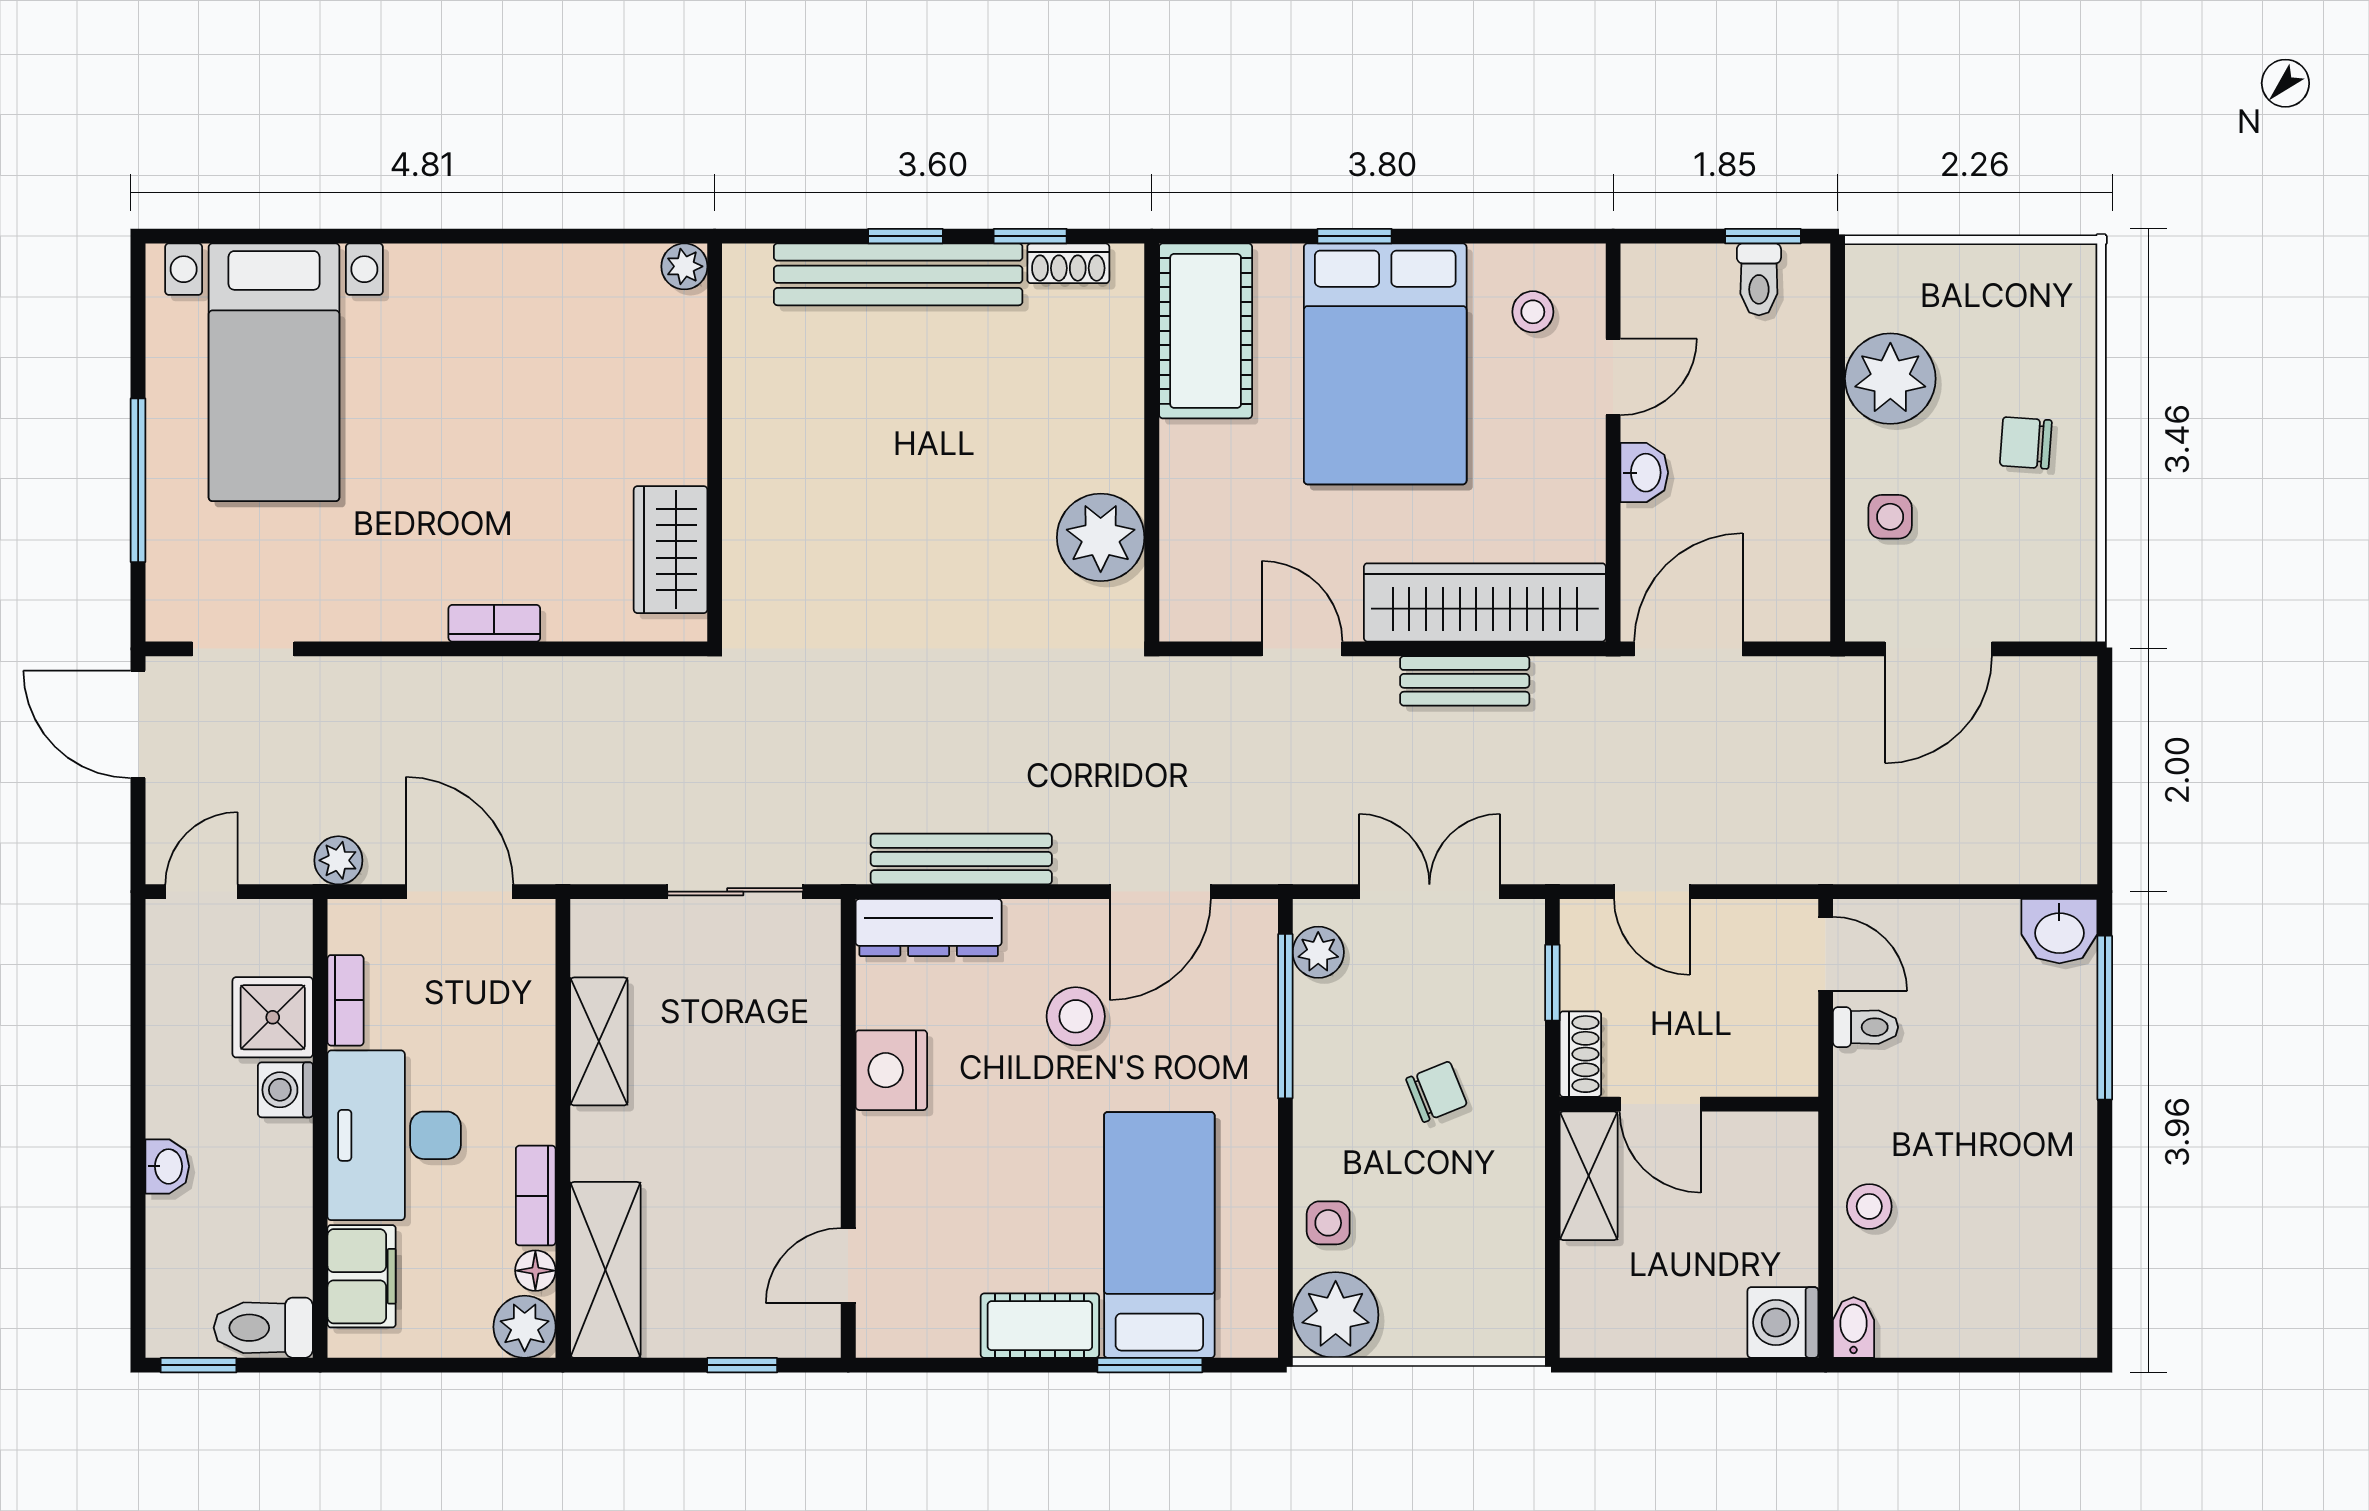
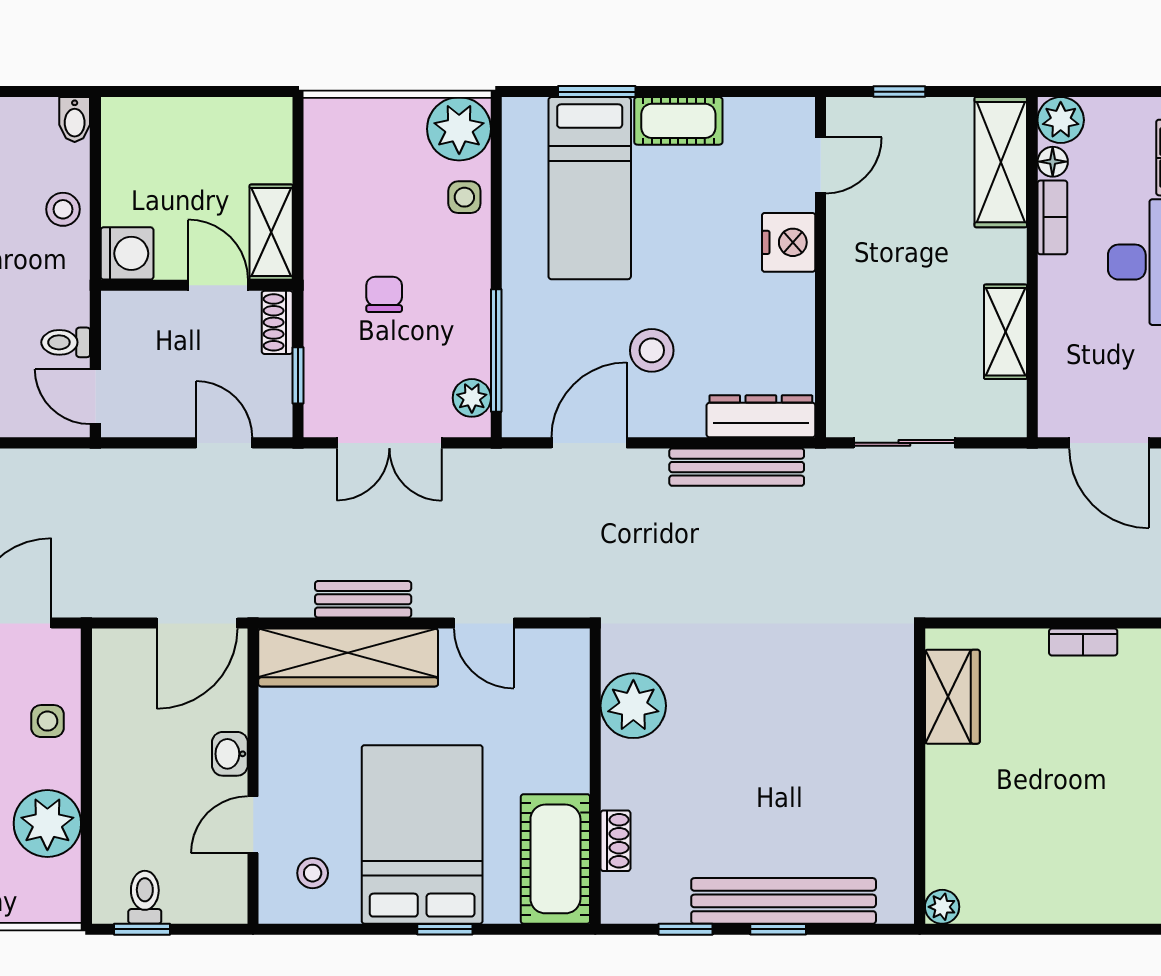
shoe rack: (1068, 263) -> (616, 841), moved, turned 90
nightstand: (891, 1070) -> (789, 242), moved
chair: (1436, 1092) -> (384, 294), turned 112
washing machine: (1783, 1322) -> (127, 253), moved

